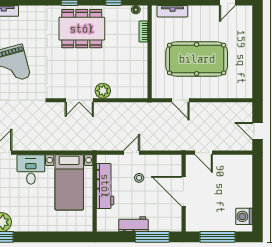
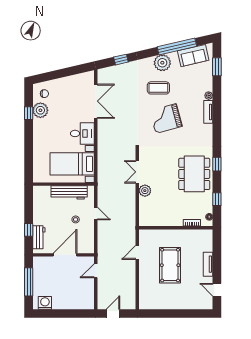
tv unit: (172, 11) -> (208, 264), moved
pool table: (197, 59) -> (170, 265), width x0.73, depth x0.76
workbench: (133, 224) -> (39, 237), moved
window: (152, 237) -> (29, 230), width x0.46

